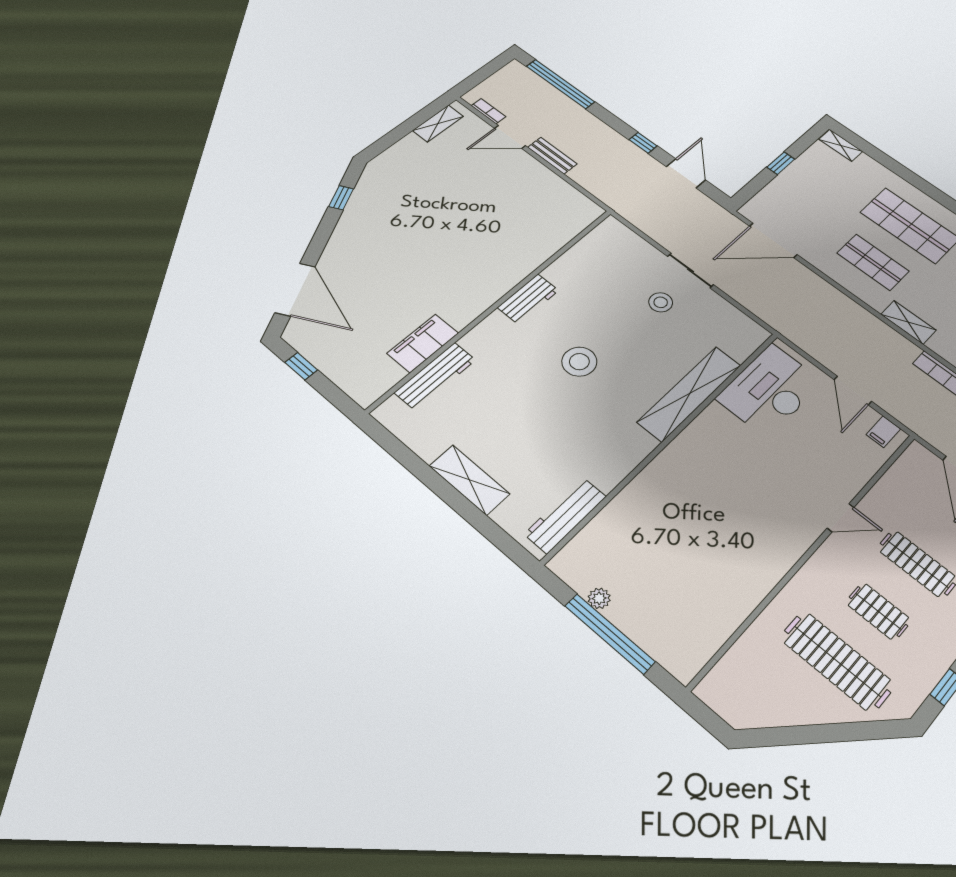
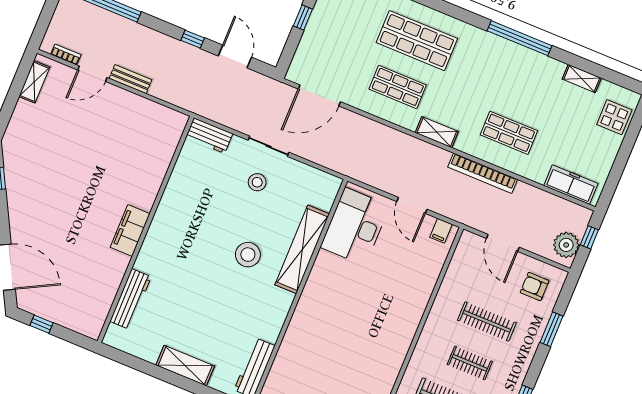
workbench: (528, 299) -> (209, 136), moved, turned 90
filing cabinet: (423, 343) -> (130, 231), moved
stool: (579, 362) -> (248, 255), moved
door: (841, 518) -> (429, 306), removed

